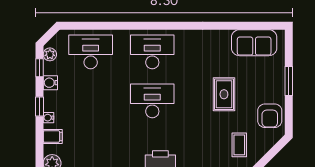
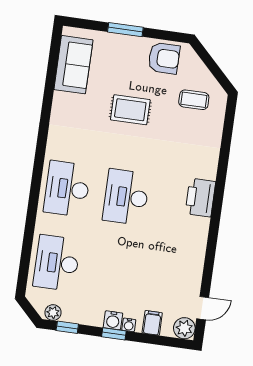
water cooler: (50, 83) -> (113, 320), moved

